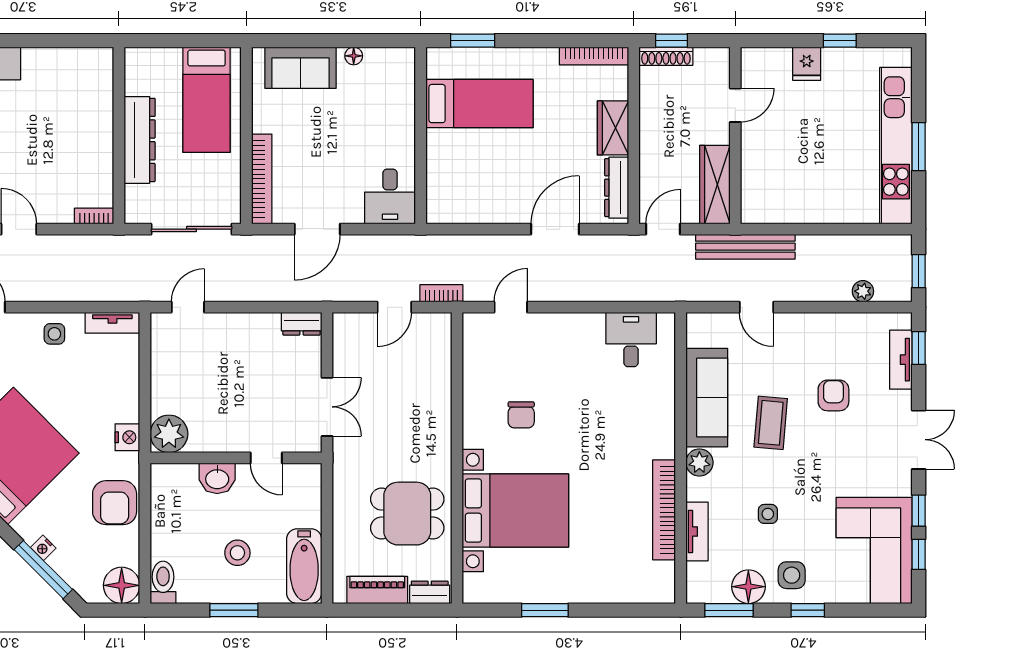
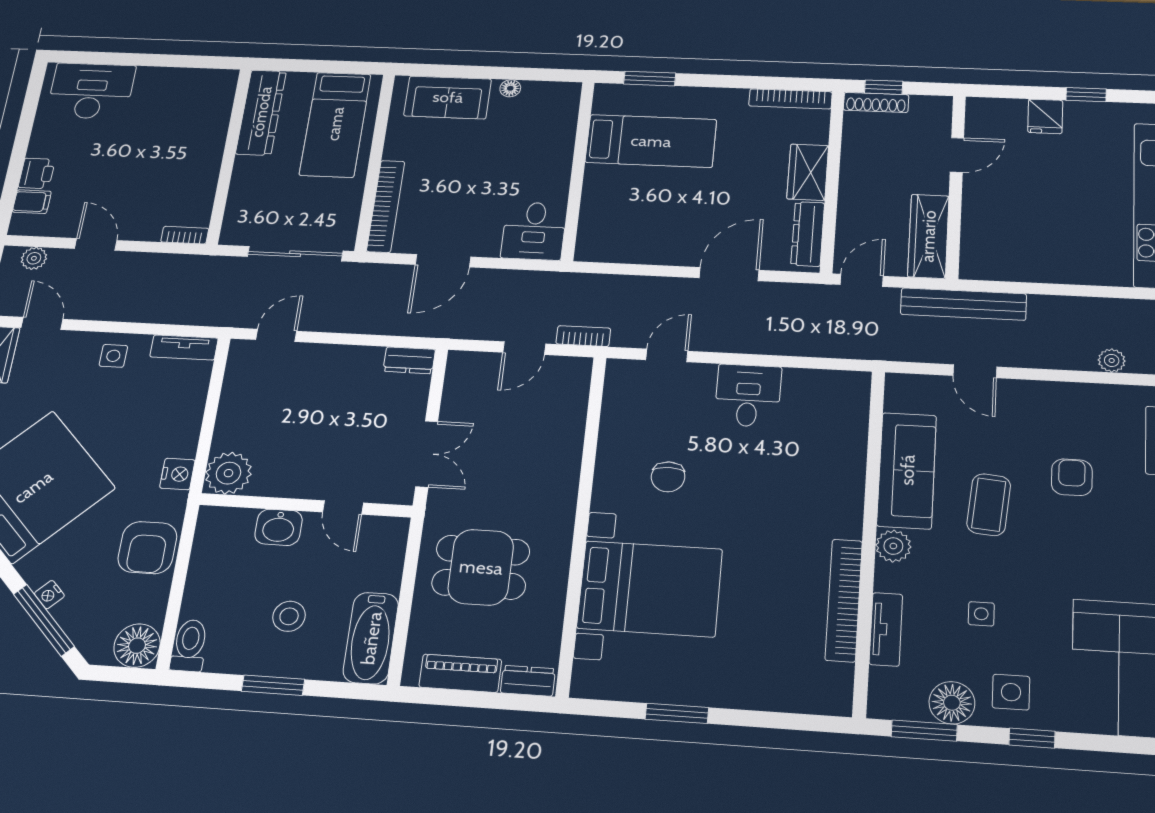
dresser: (140, 140) -> (261, 112), moved
desk: (631, 339) -> (748, 396), moved
dining table: (407, 514) -> (481, 567), moved

